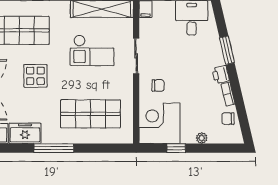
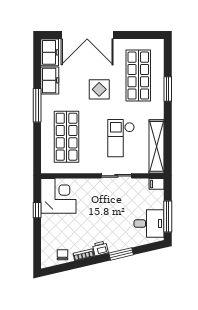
chair: (158, 85) -> (91, 195), removed
plant: (202, 138) -> (46, 232), removed

